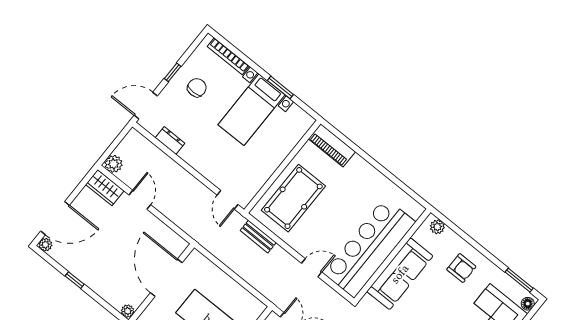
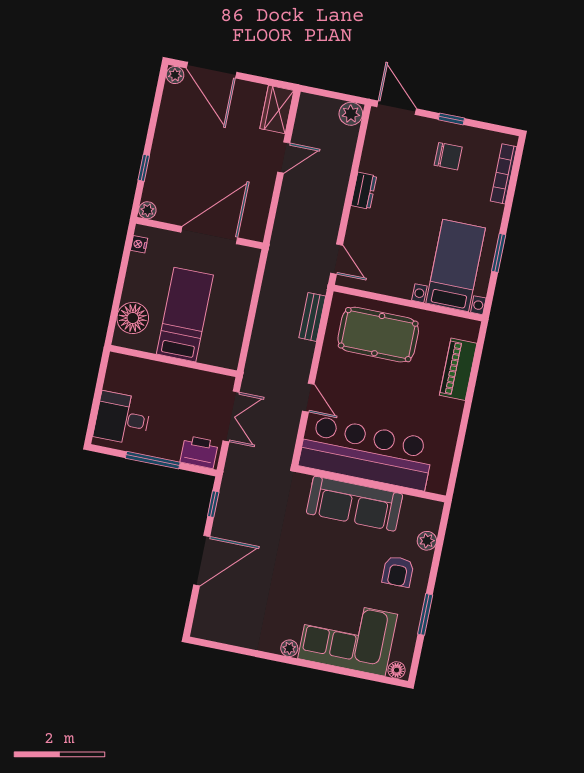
bed with nightstands: (251, 110) -> (456, 266), moved, turned 90
dresser: (170, 141) -> (364, 191), moved
piano: (332, 145) -> (458, 369), moved
plant: (114, 164) -> (351, 114), moved
door: (227, 200) -> (337, 259), swing flipped
plant: (437, 227) -> (427, 541), moved
window: (75, 280) -> (144, 168), moved
window: (519, 280) -> (425, 614), moved

